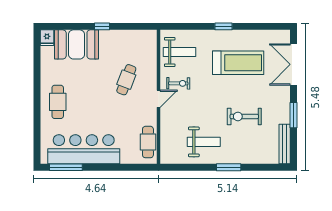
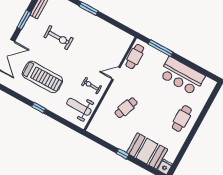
treadmill: (238, 63) -> (42, 77), turned 180
door: (159, 99) -> (116, 73), moved
weight bench: (204, 142) -> (96, 35), removed
bar counter: (84, 149) -> (182, 76), width x0.73
window: (66, 167) -> (161, 48), moved

